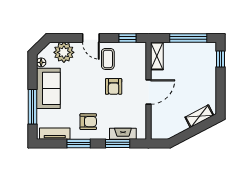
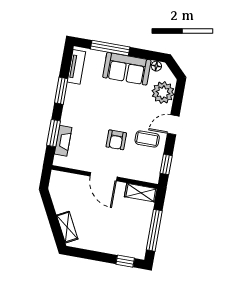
armchair: (114, 86) -> (116, 140), turned -90
armchair: (88, 122) -> (83, 106), removed

